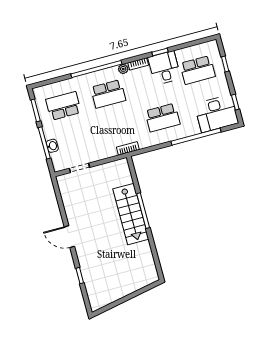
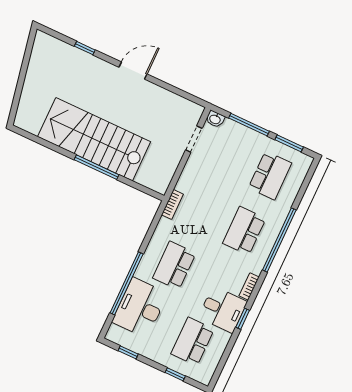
plant: (123, 69) -> (257, 267), removed
desk: (216, 114) -> (140, 308), moved
washbasin: (52, 146) -> (215, 119), moved
stairs: (131, 214) -> (94, 139), width x1.36, depth x1.51

